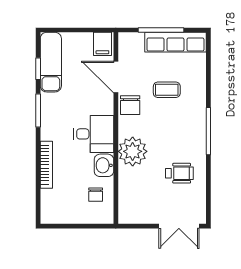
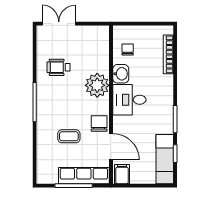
row of seats: (175, 42) -> (84, 176), moved
bookcase: (46, 165) -> (168, 54), moved

